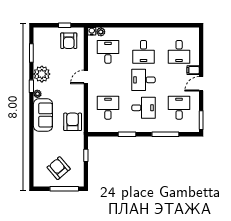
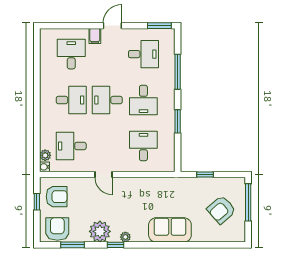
desk: (179, 52) -> (71, 54), turned -90
desk: (143, 80) -> (107, 100), turned 90
door: (201, 84) -> (112, 26), swing flipped
desk: (108, 108) -> (143, 146), turned 90
desk: (143, 108) -> (143, 100), turned 180
desk: (179, 108) -> (143, 54), turned 180
sofa: (43, 115) -> (170, 230), moved
armchair: (73, 122) -> (57, 229), moved, turned 90

